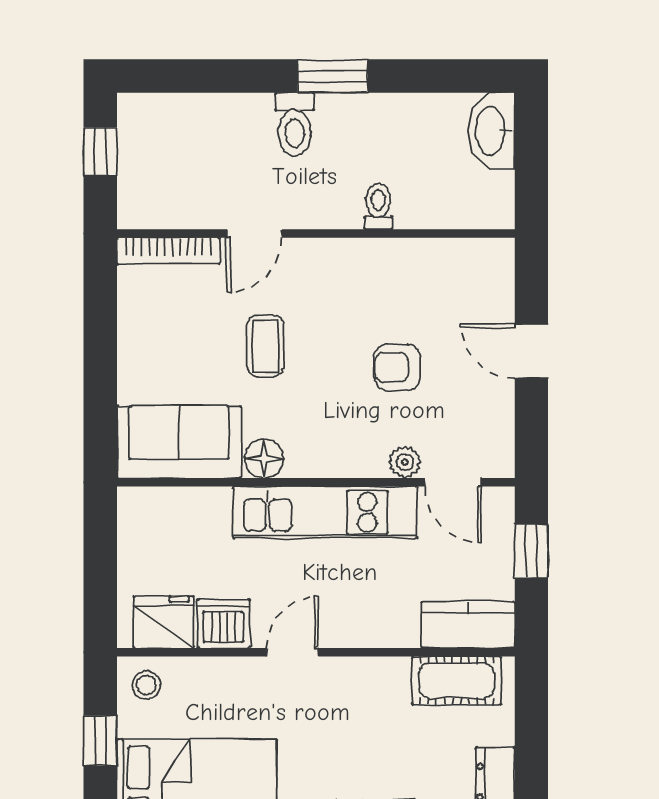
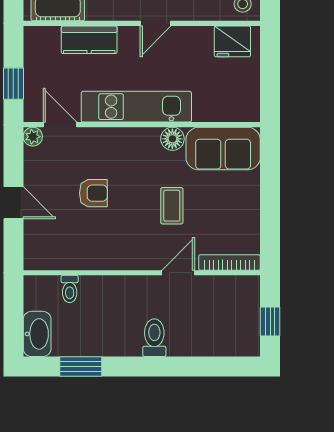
window: (333, 76) -> (81, 366), moved
toilet: (378, 206) -> (70, 289), moved
plant: (405, 462) -> (33, 137), moved
dishwasher: (223, 624) -> (197, 41), removed
kitchen counter: (468, 625) -> (89, 40), moved

